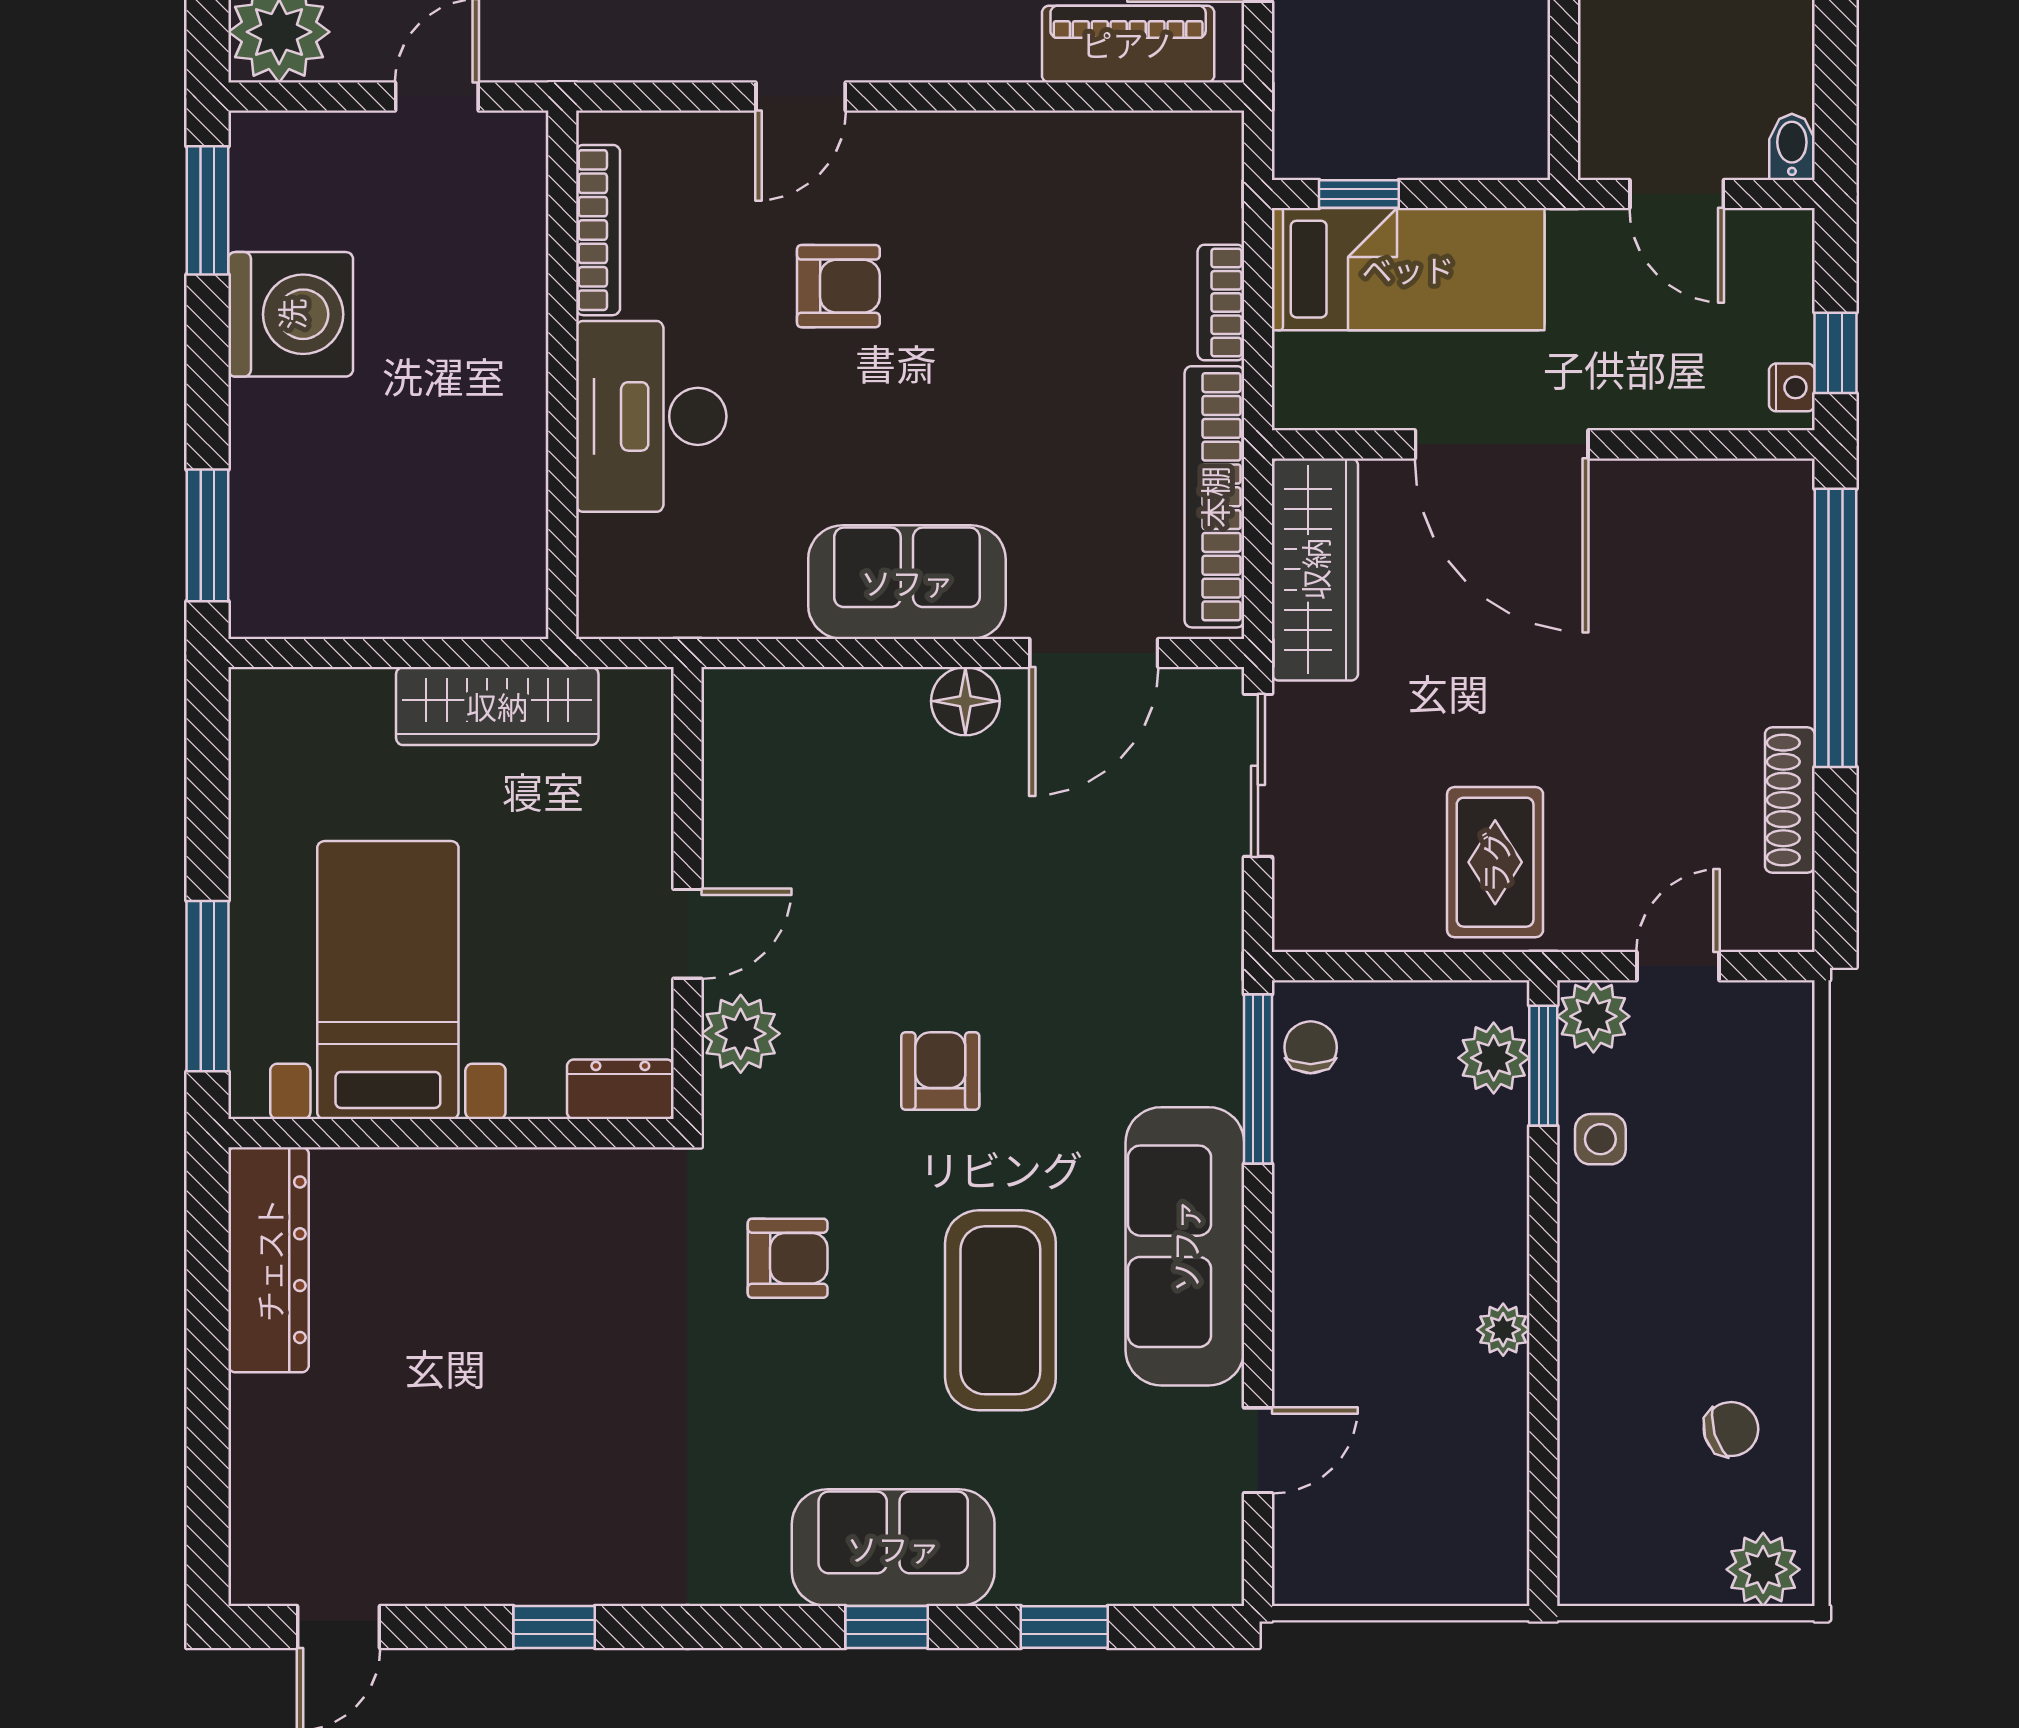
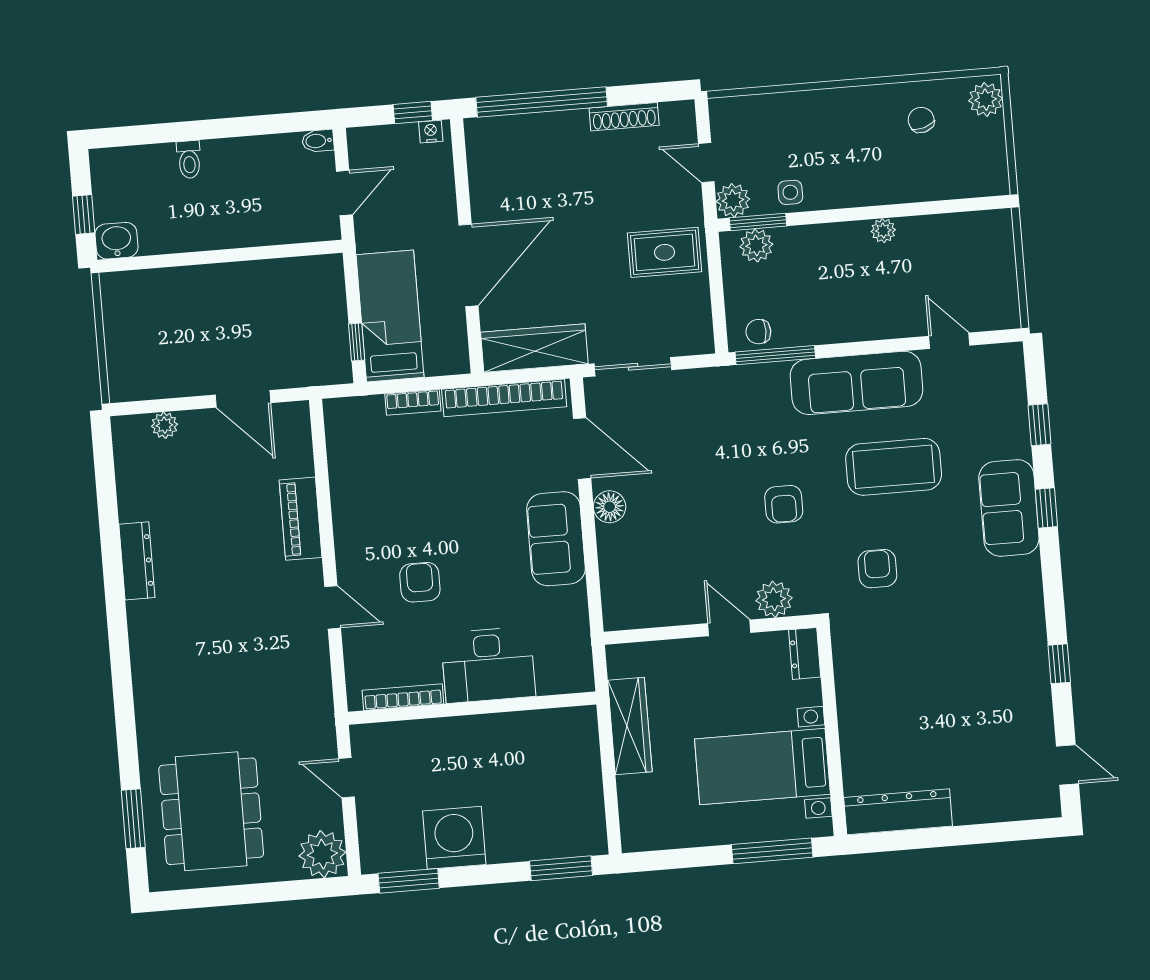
piano: (1128, 44) -> (301, 519), moved
armchair: (940, 1071) -> (784, 504), turned -90

